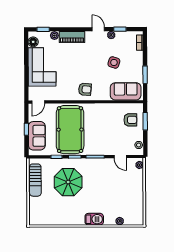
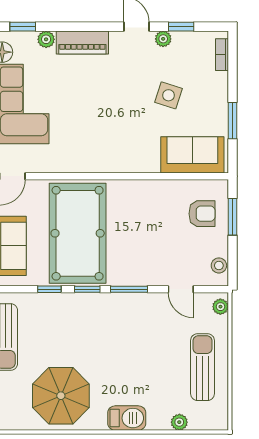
armchair: (85, 89) -> (109, 150), removed
parasol: (68, 182) -> (61, 396), moved
sun lounger: (131, 194) -> (202, 367), added

